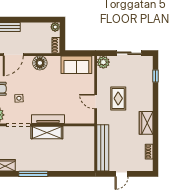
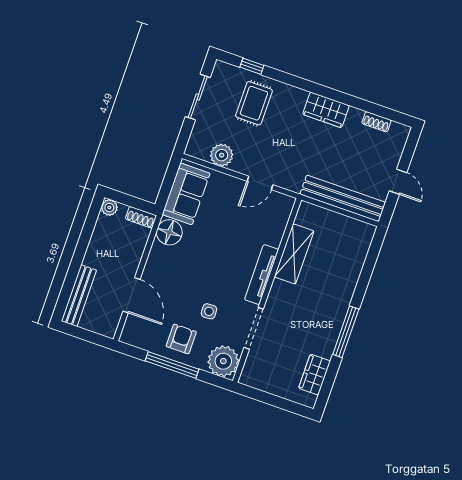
plant: (103, 62) -> (222, 155), moved
floor lamp: (40, 63) -> (169, 232), moved
rug: (118, 98) -> (254, 103), moved, turned 90
shelving: (47, 132) -> (294, 254), moved

